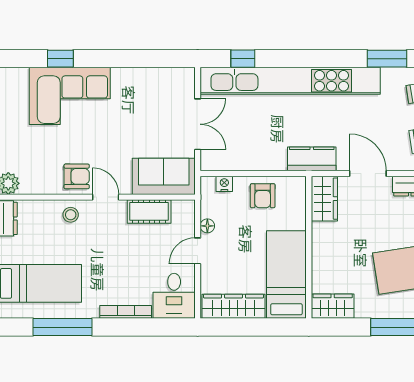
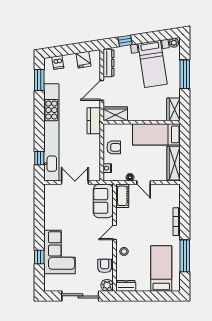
armchair: (77, 176) -> (105, 266), moved
cot: (149, 211) -> (122, 196), moved
desk: (174, 296) -> (168, 195), removed

